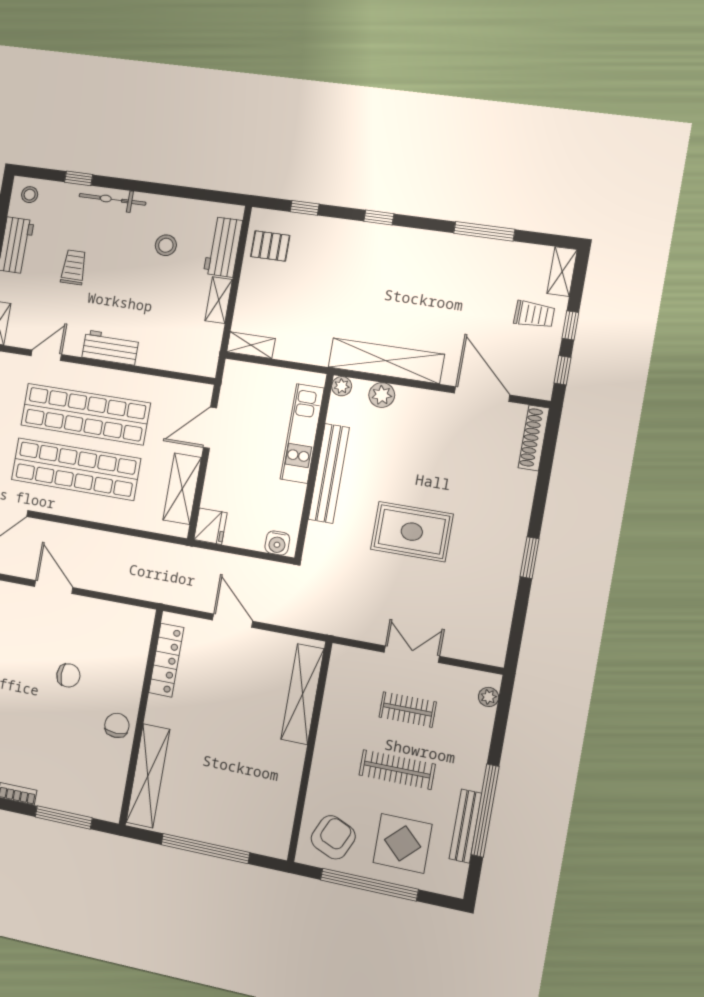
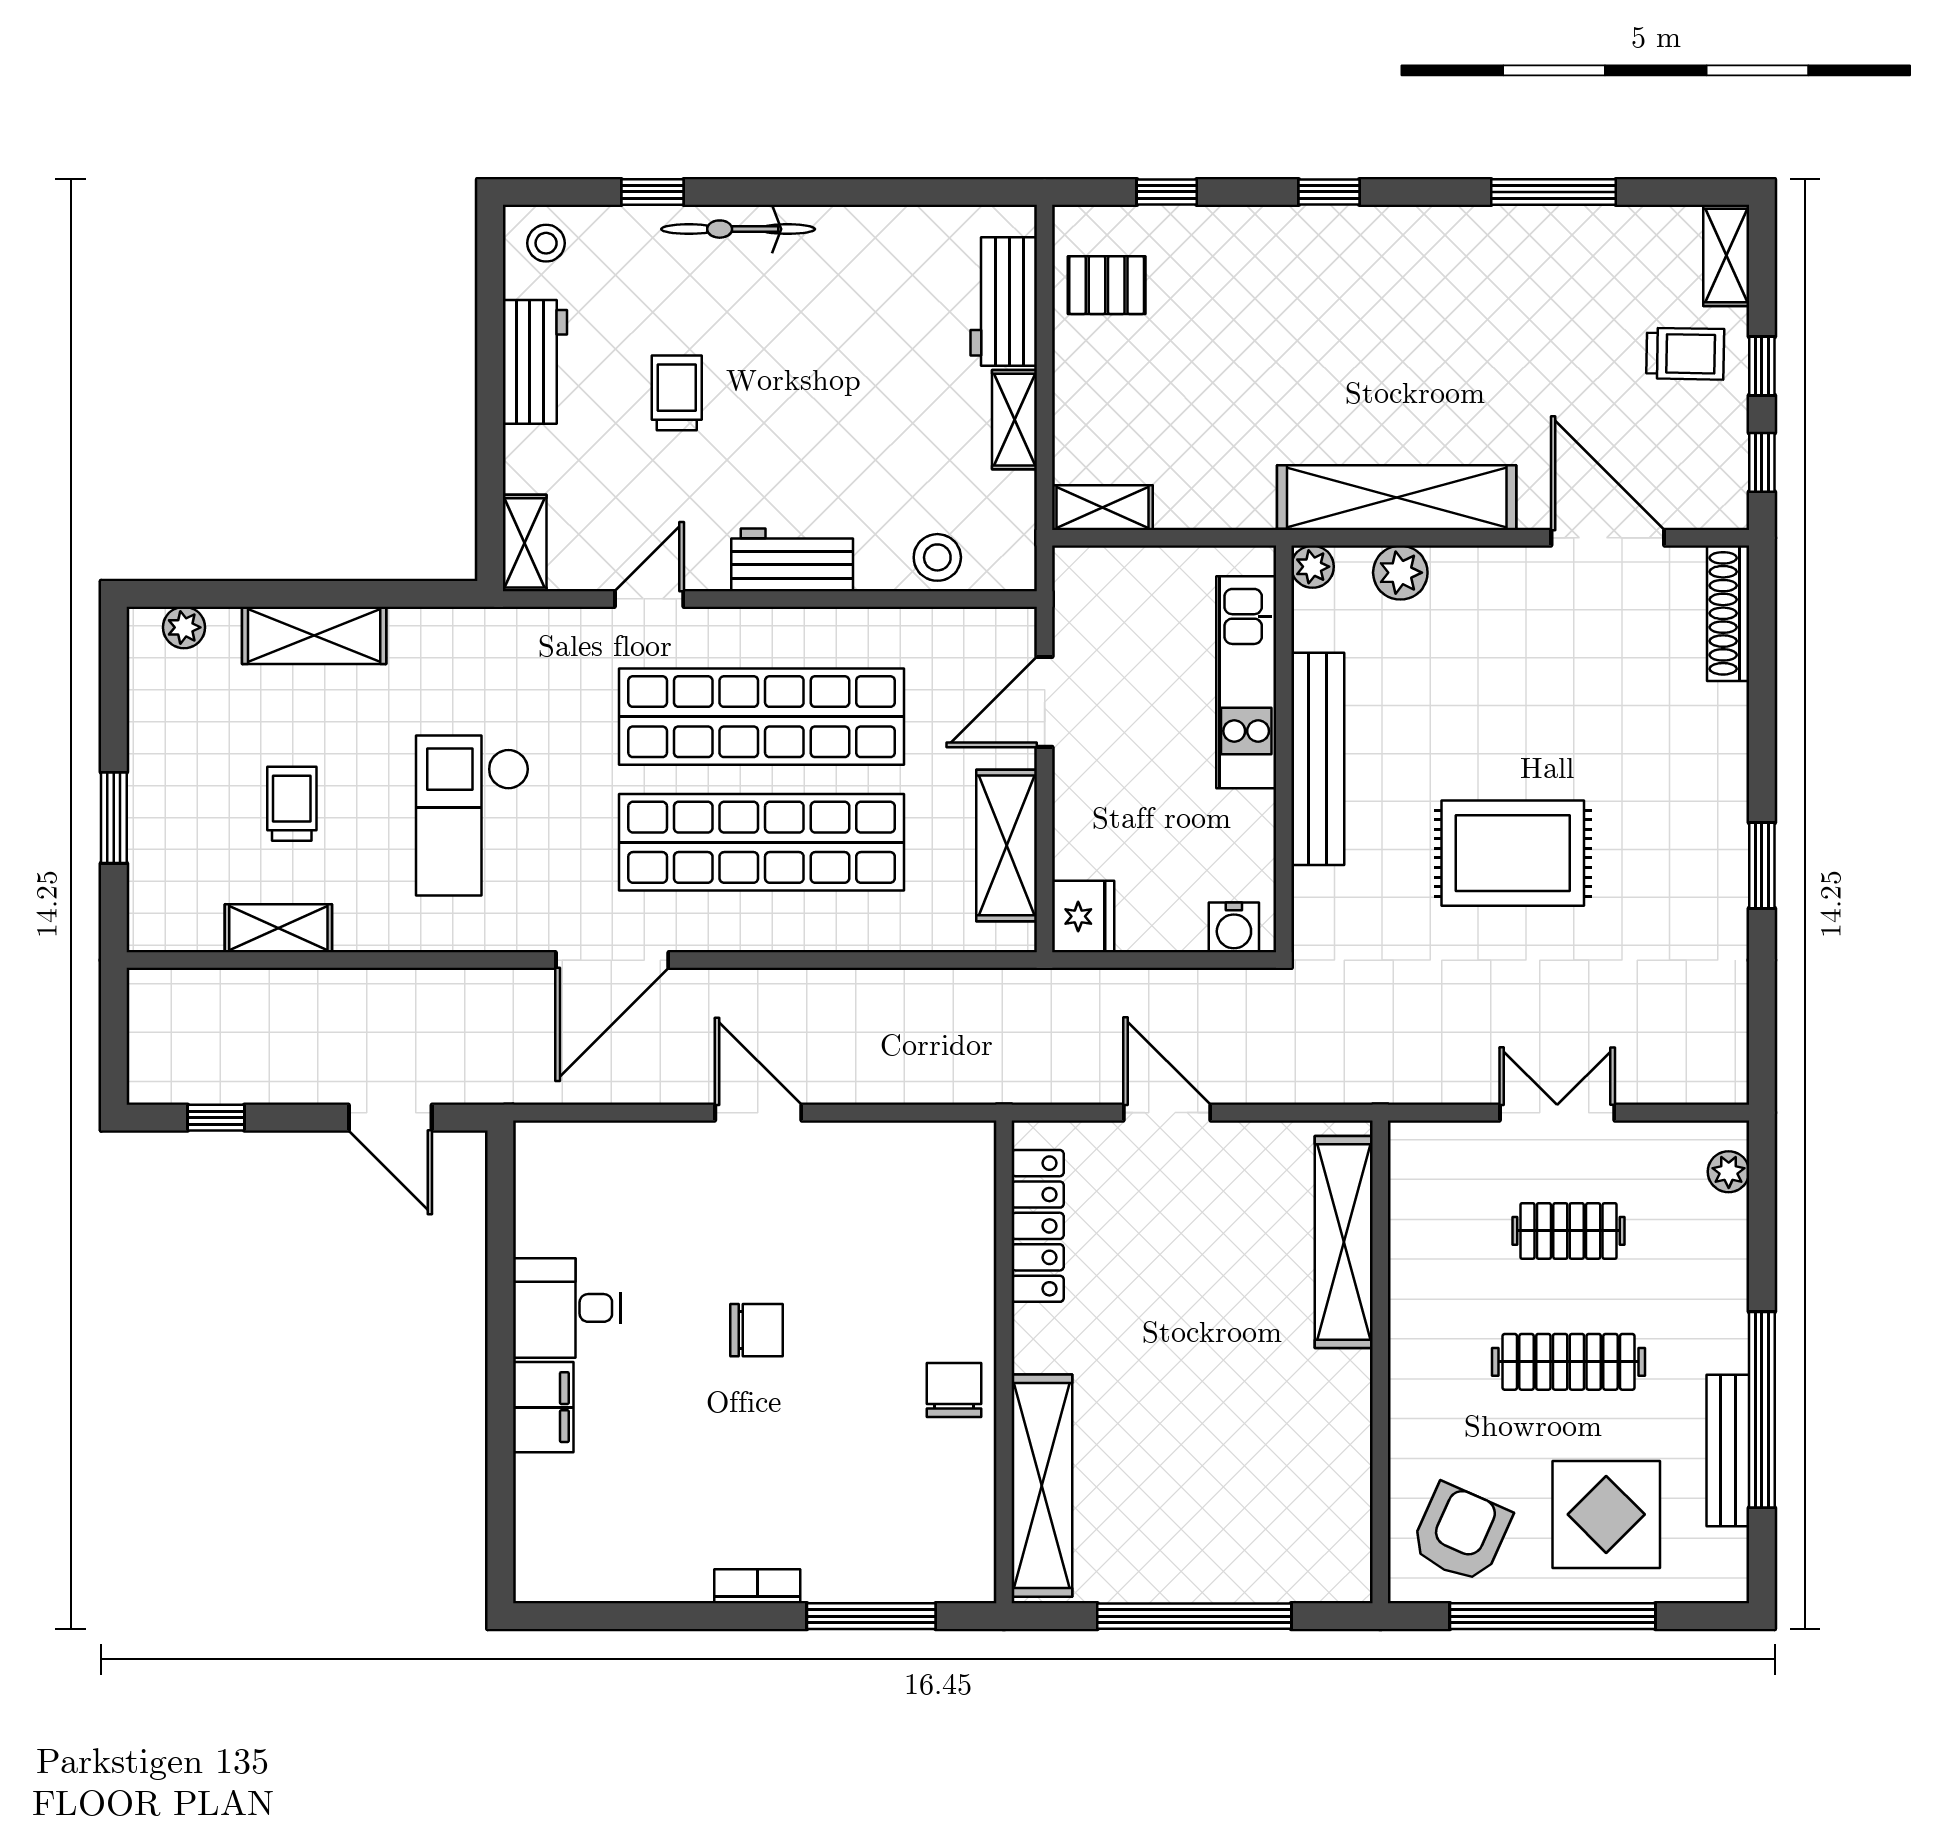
stool: (166, 245) -> (937, 557), moved
chair: (68, 675) -> (757, 1330), moved

